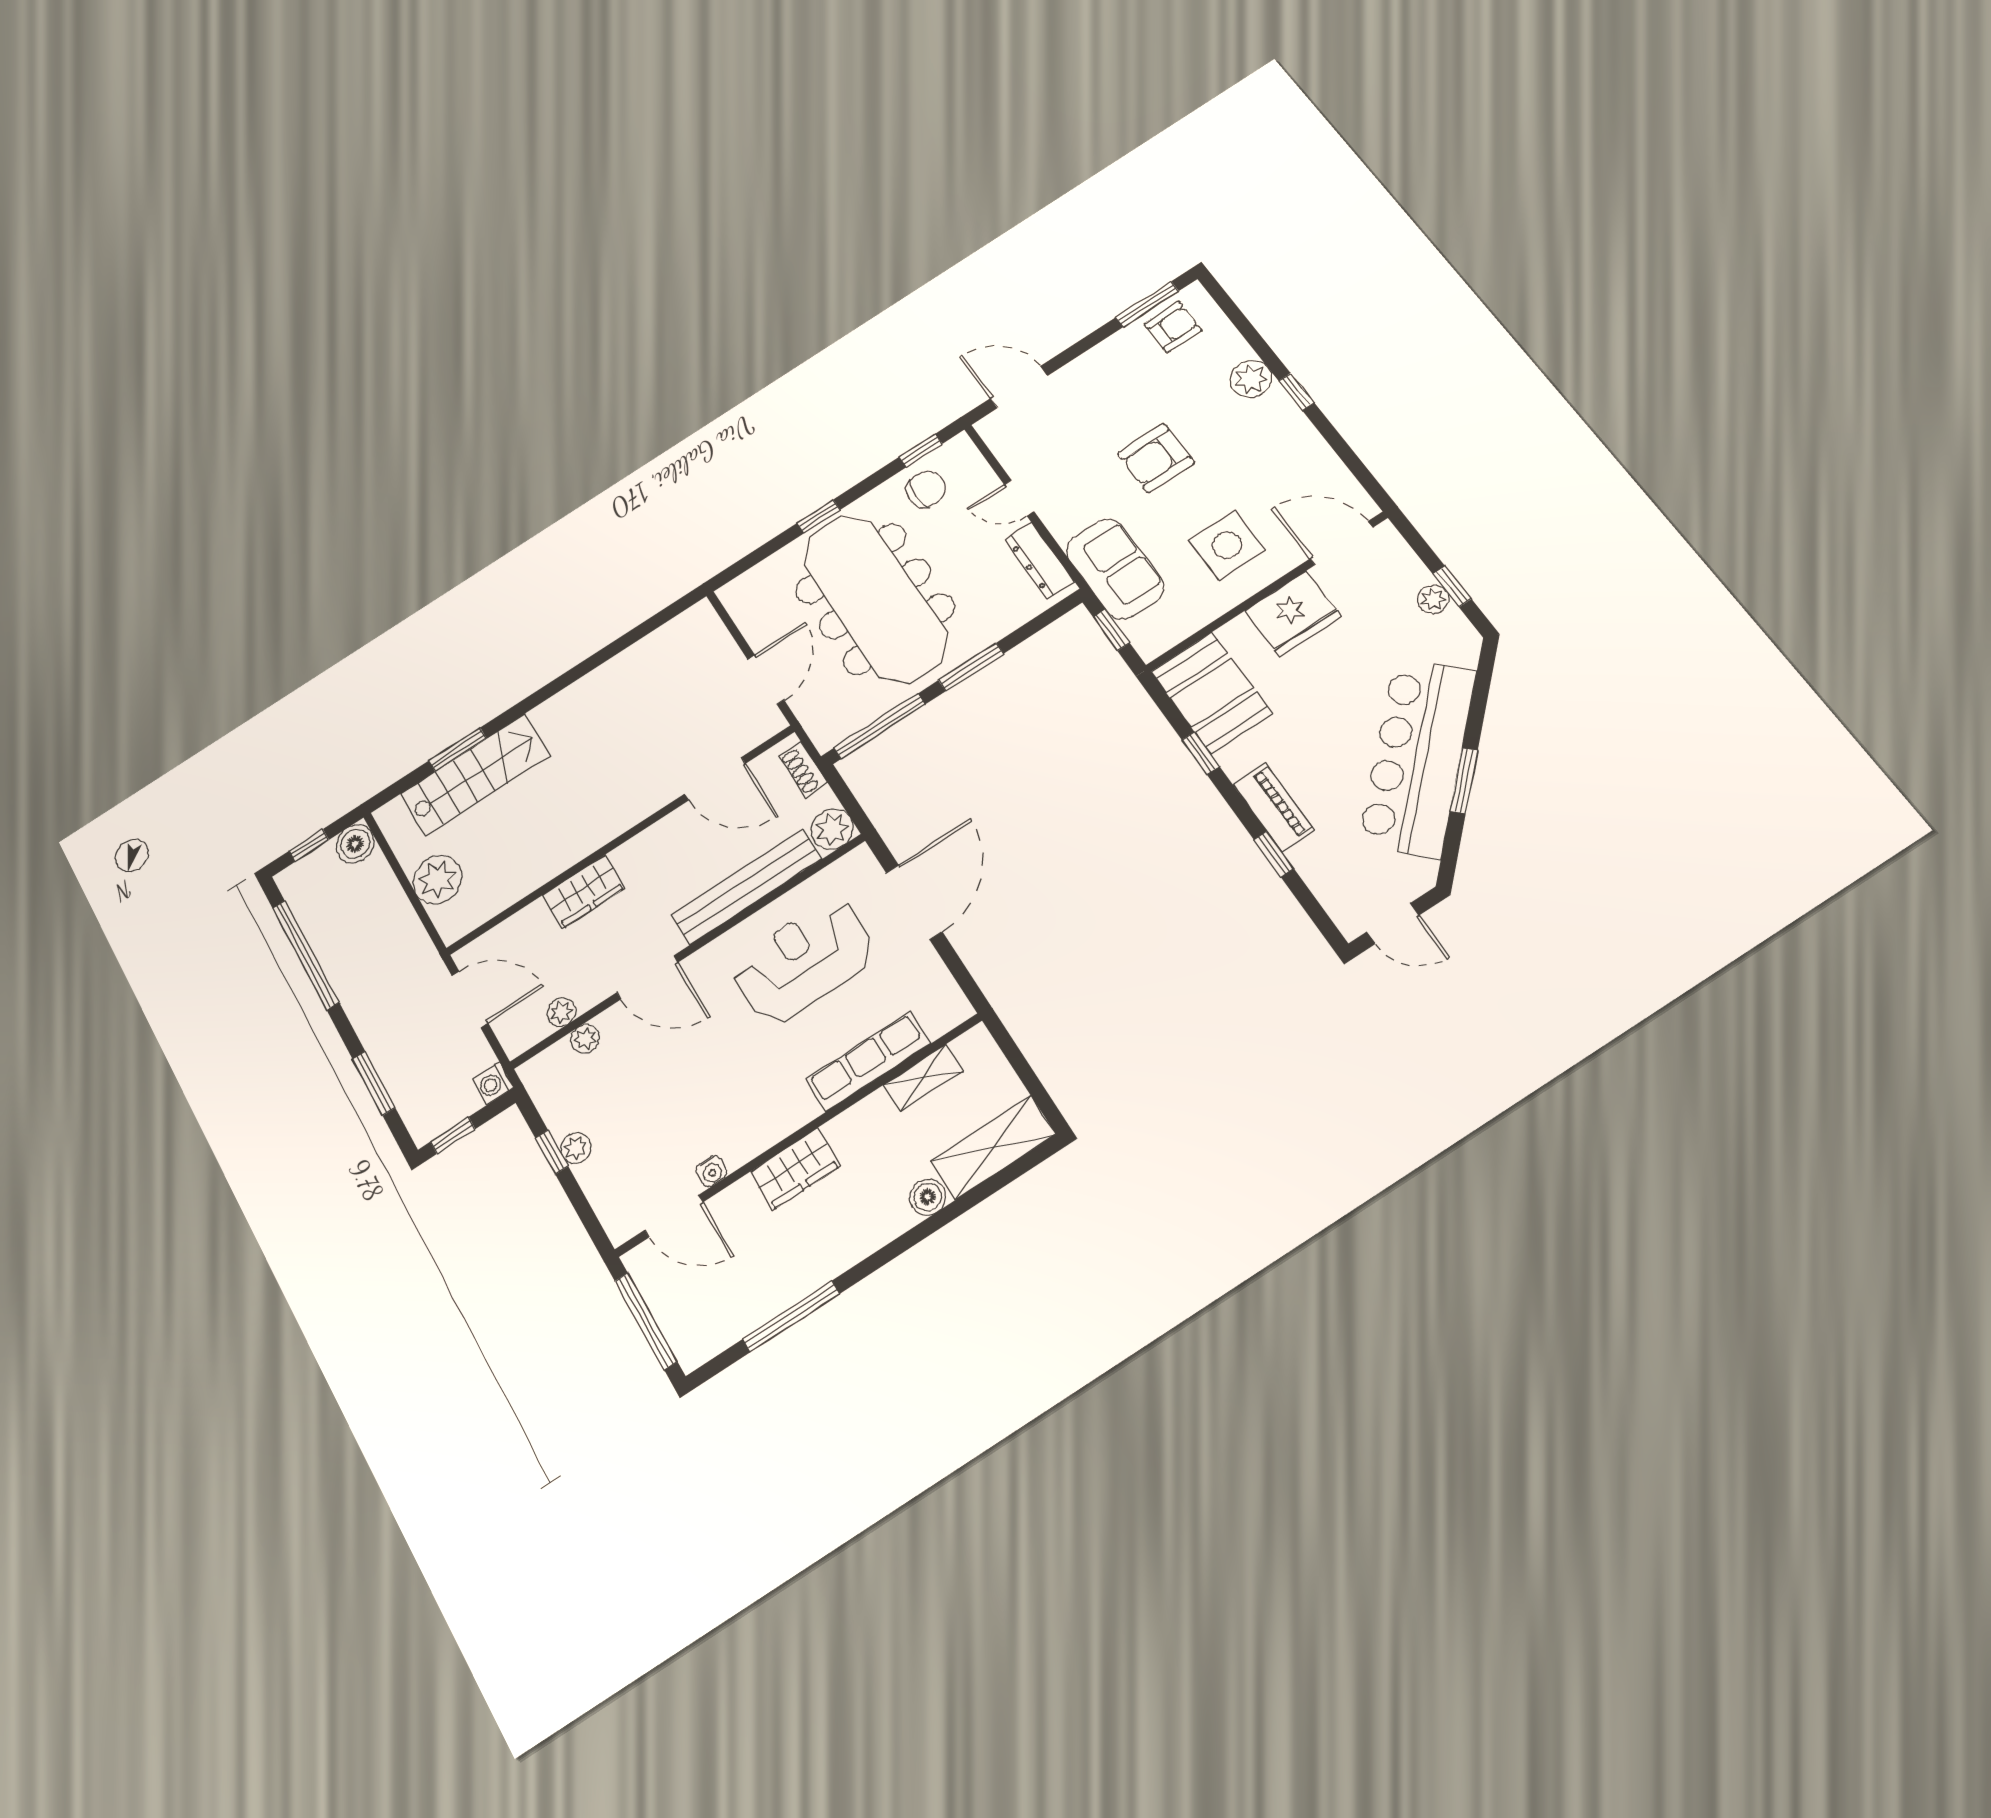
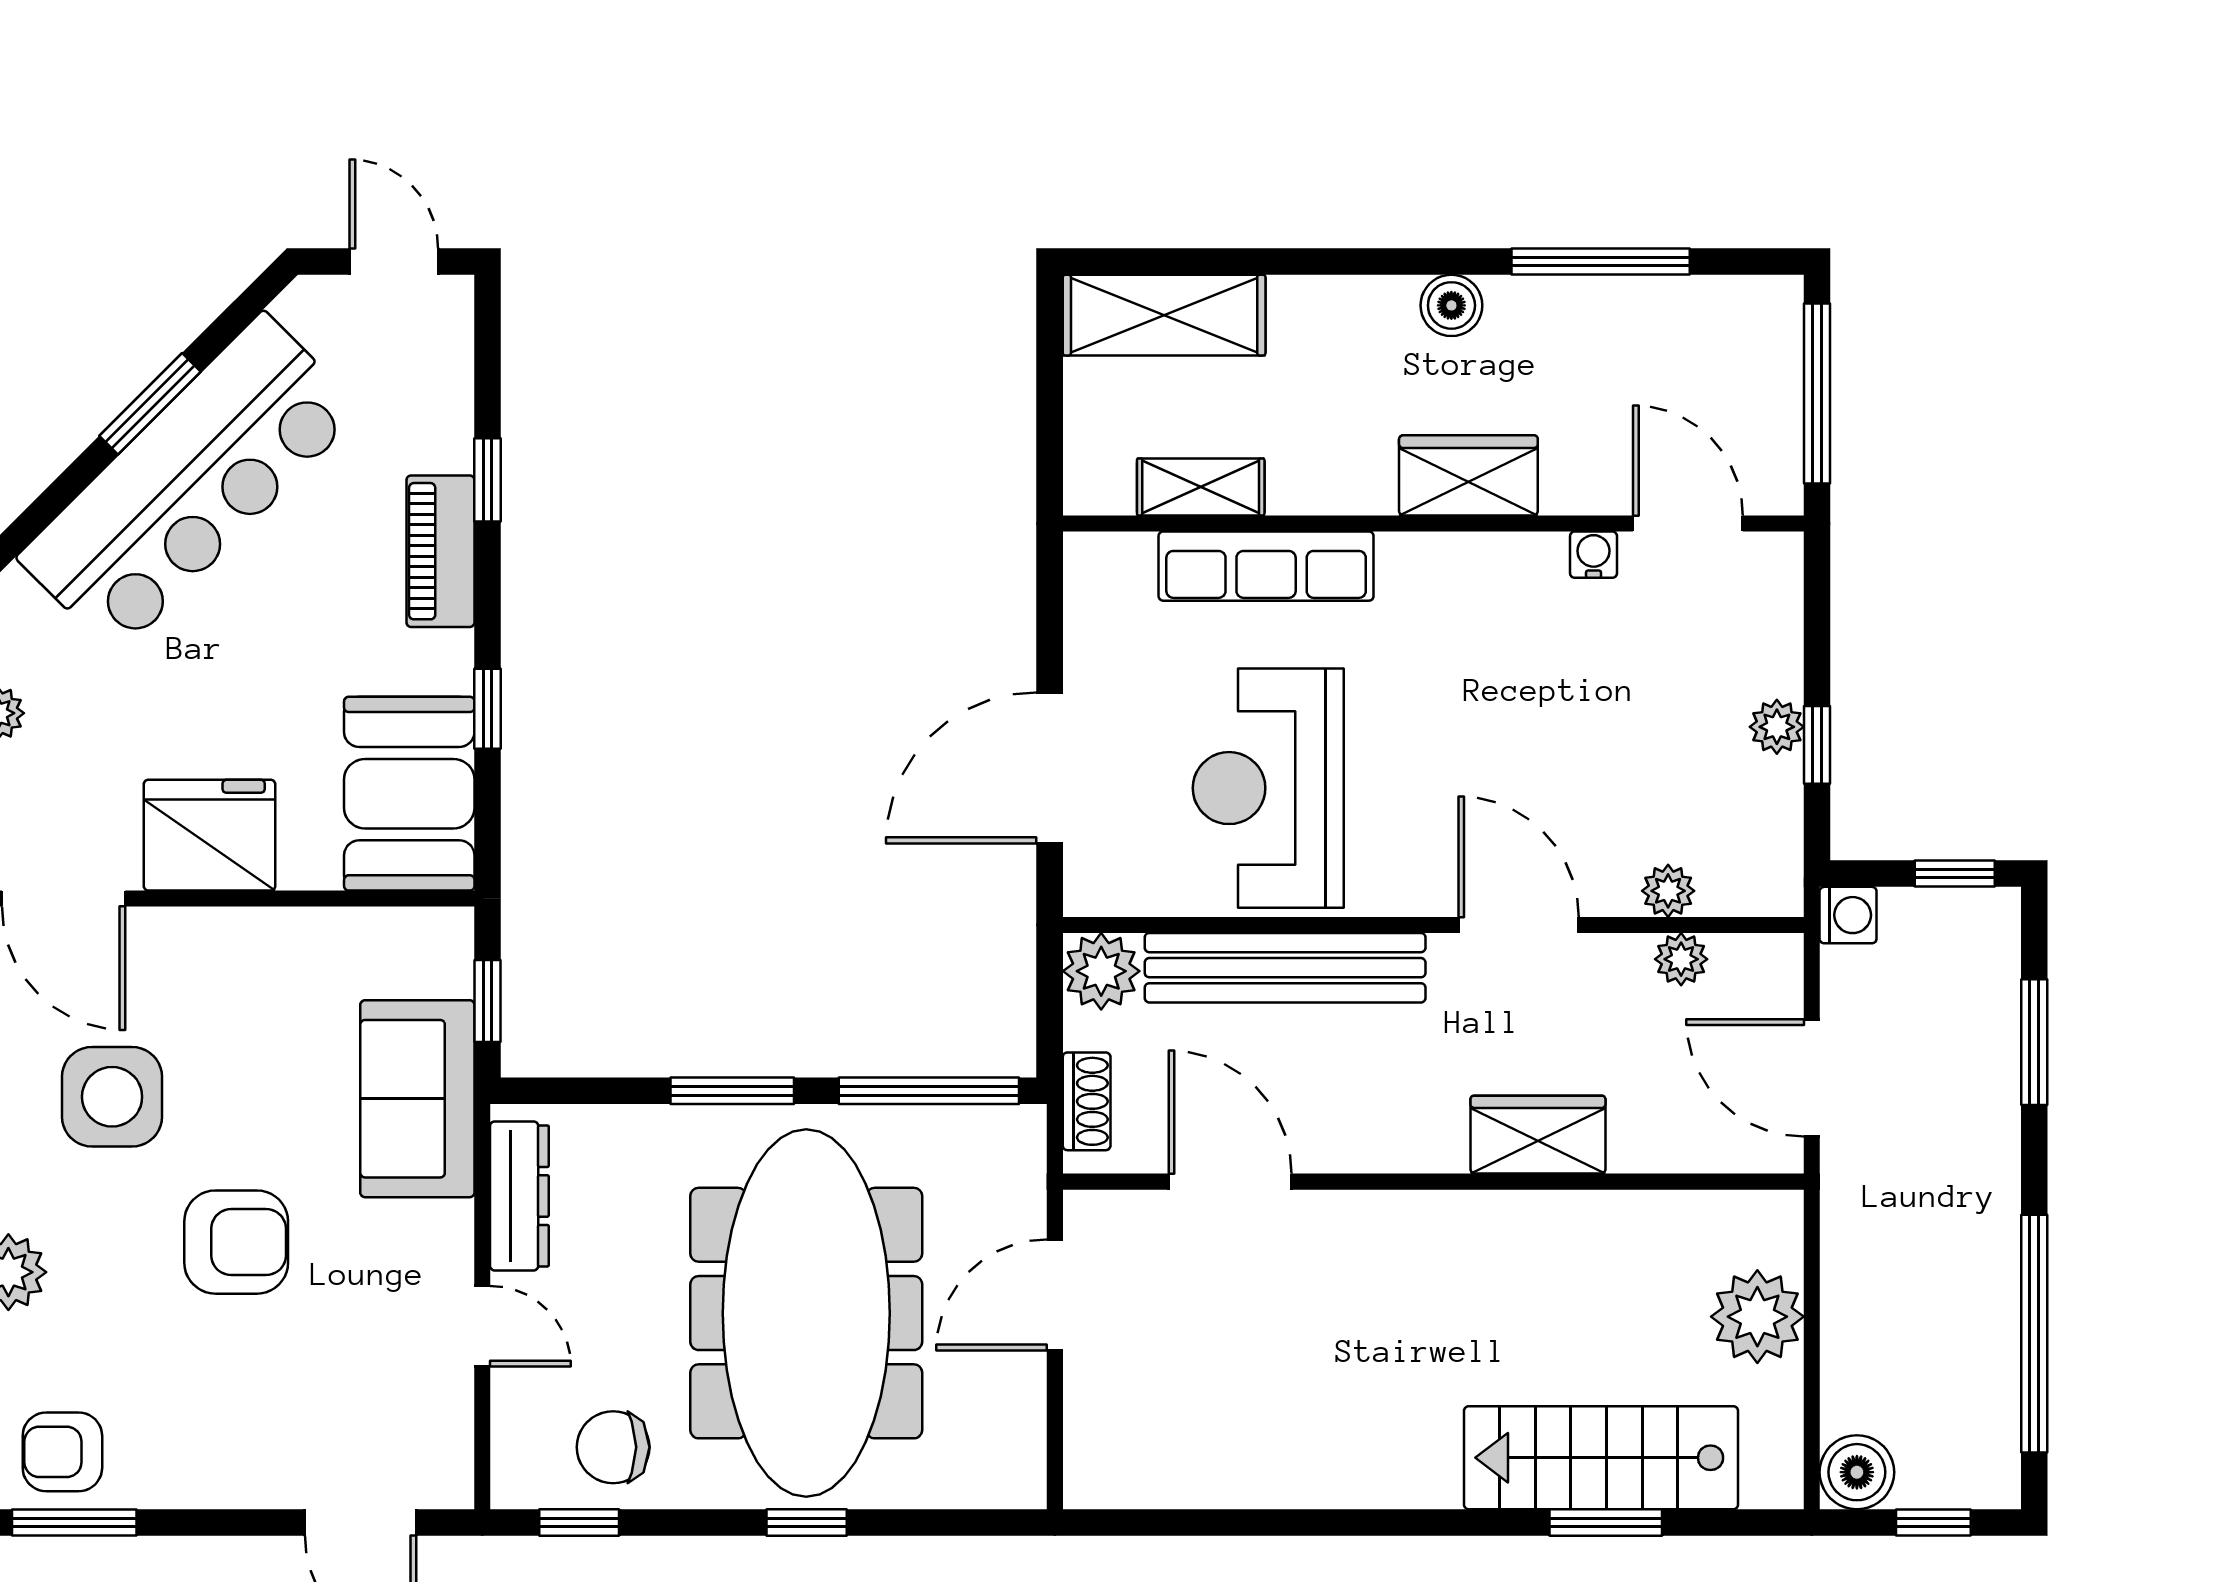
side table: (1227, 545) -> (112, 1097), moved
reception desk: (804, 961) -> (1268, 788), turned 90
boiler: (928, 1197) -> (1451, 305), moved

